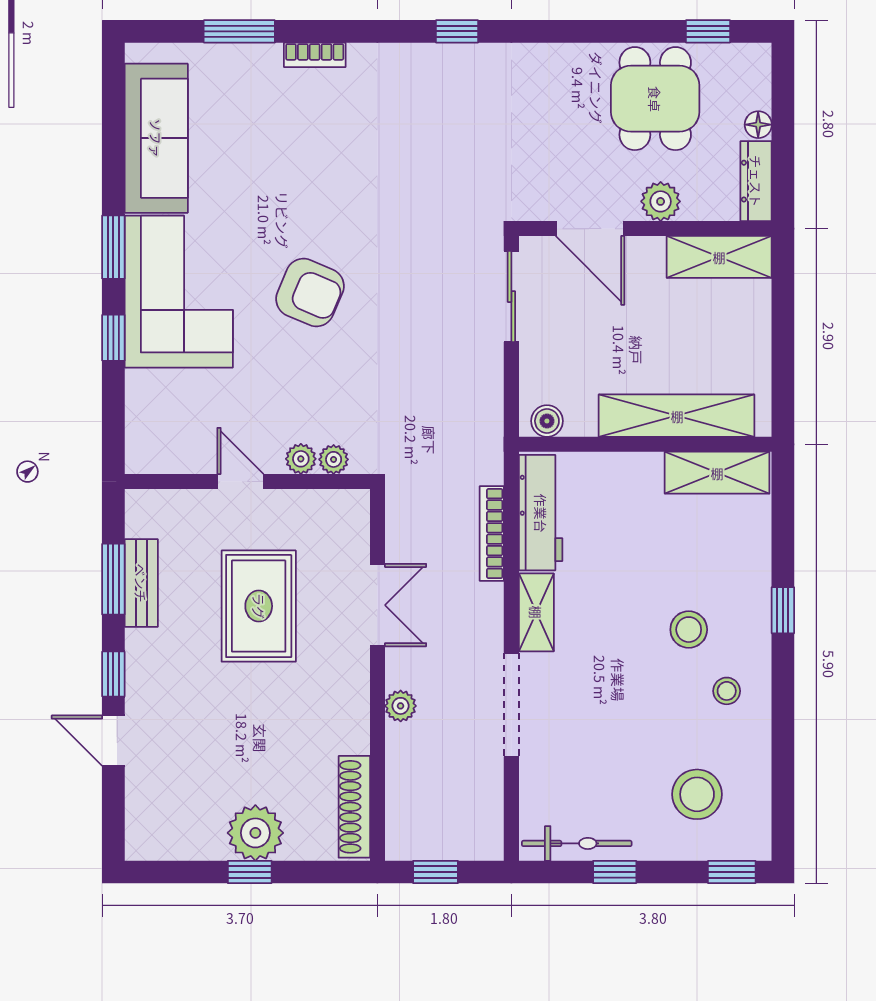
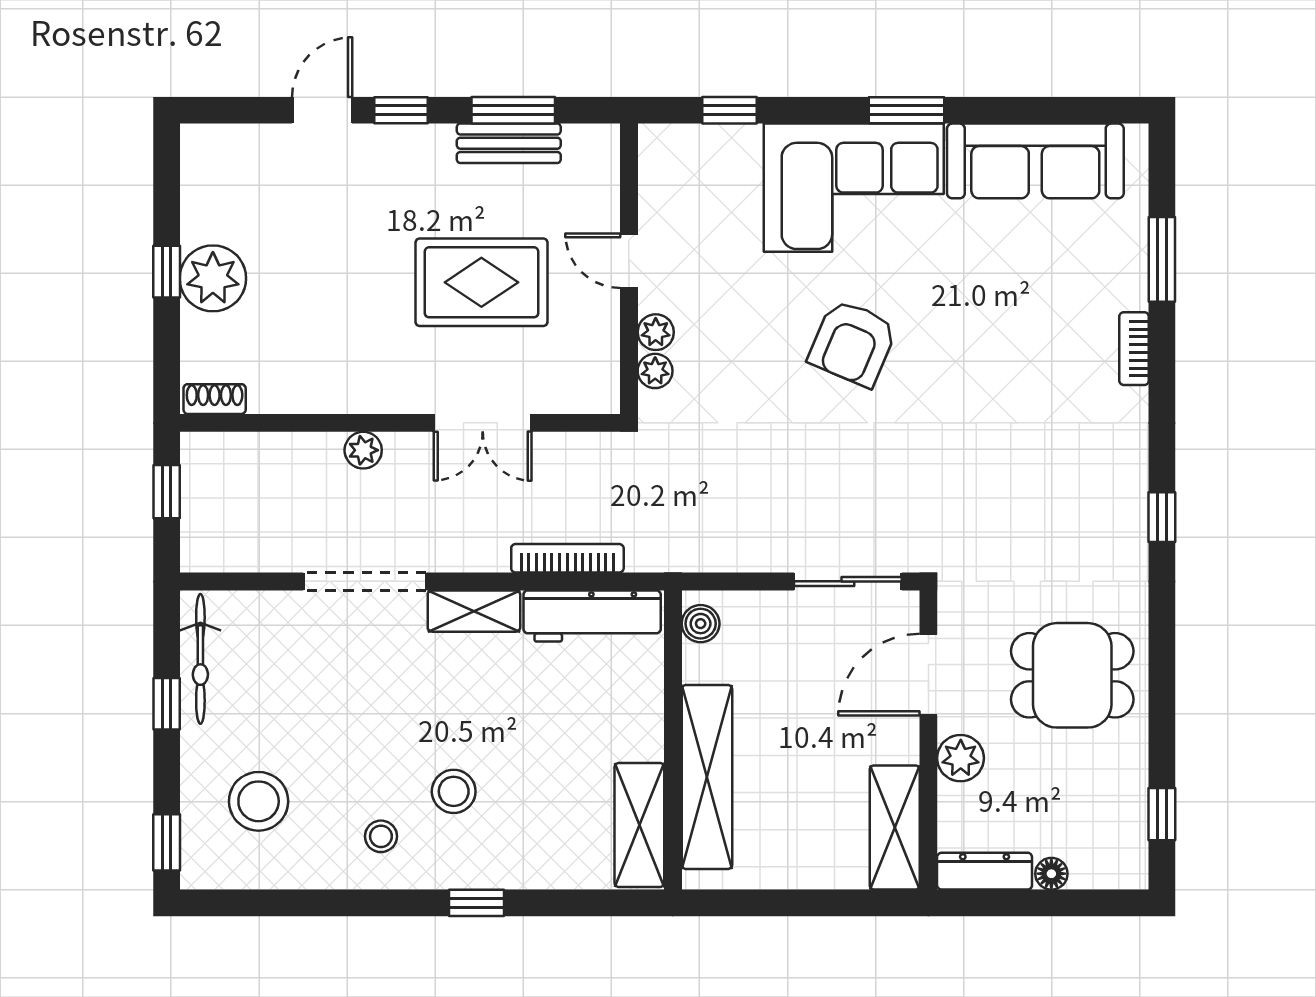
dining table: (655, 99) -> (1072, 675), moved
window: (113, 338) -> (730, 110), moved
door: (240, 481) -> (629, 261), swing flipped
shoe rack: (354, 807) -> (215, 399), width x0.51, depth x0.81

